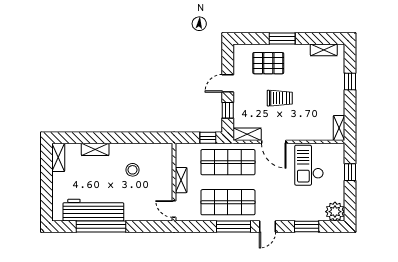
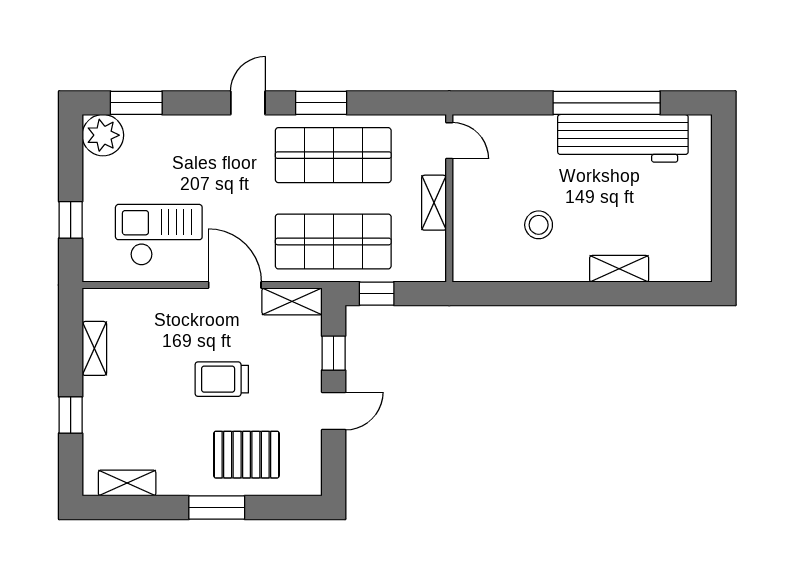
shelving: (339, 128) -> (94, 348), moved
shelving: (58, 157) -> (698, 251), removed
checkout: (309, 165) -> (159, 235), turned -90
window: (234, 226) -> (321, 103), width x0.69
window: (307, 226) -> (136, 103), moved

